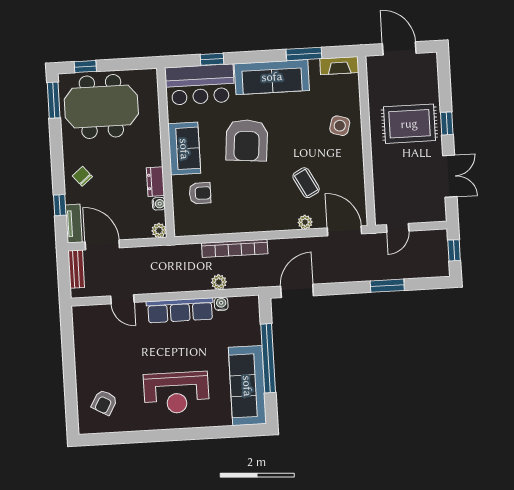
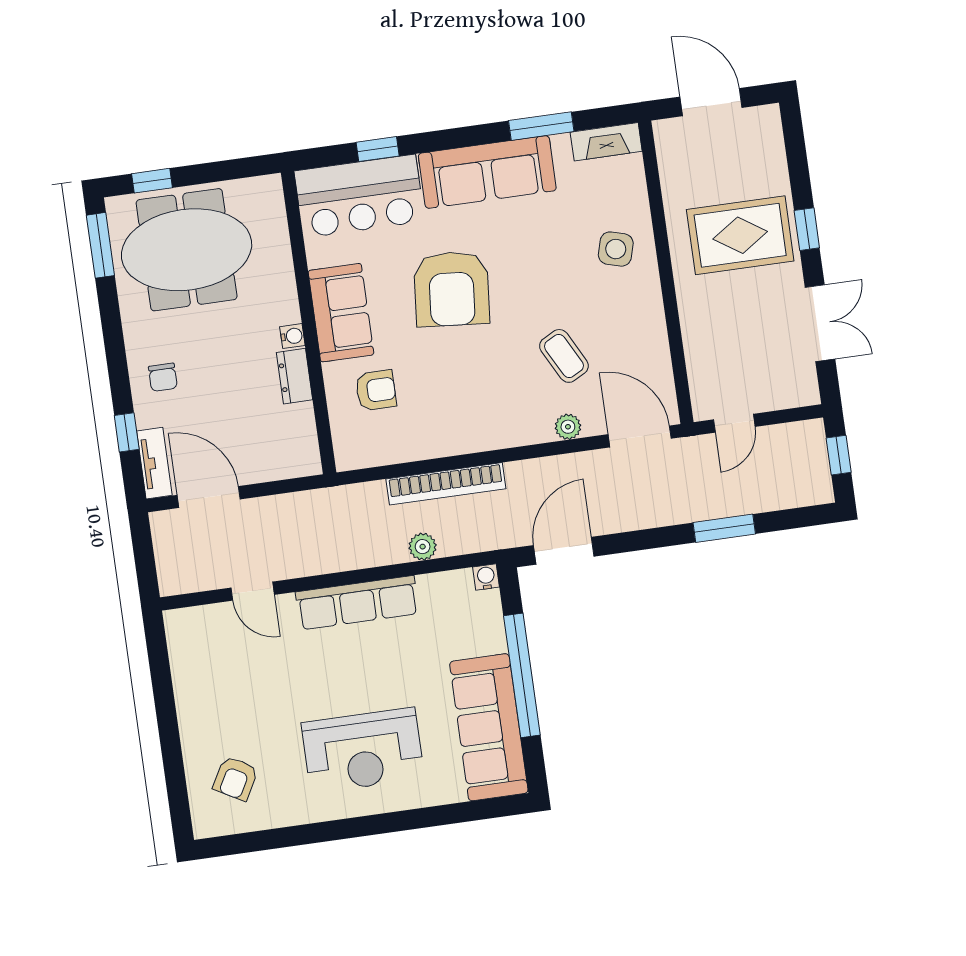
chair: (82, 176) -> (163, 377), turned -140
water cooler: (159, 204) -> (292, 336), moved
plant: (159, 230) -> (308, 463), removed
bench: (76, 269) -> (166, 544), removed
water cooler: (221, 304) -> (486, 577), moved

